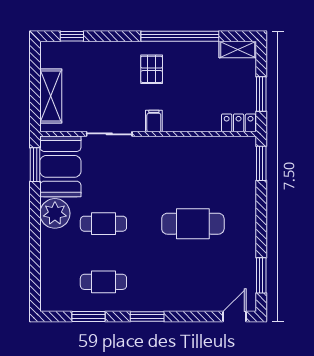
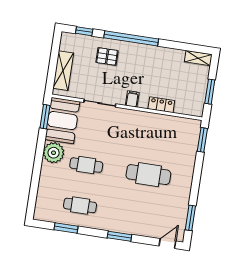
window: (180, 36) -> (131, 38), moved
pallet: (152, 69) -> (107, 56), moved, turned 90
locker: (239, 123) -> (161, 105), moved
window: (147, 317) -> (119, 236), moved

